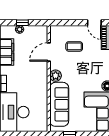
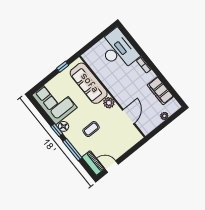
window: (22, 23) -> (166, 123), removed
coffee table: (74, 46) -> (91, 129), moved

